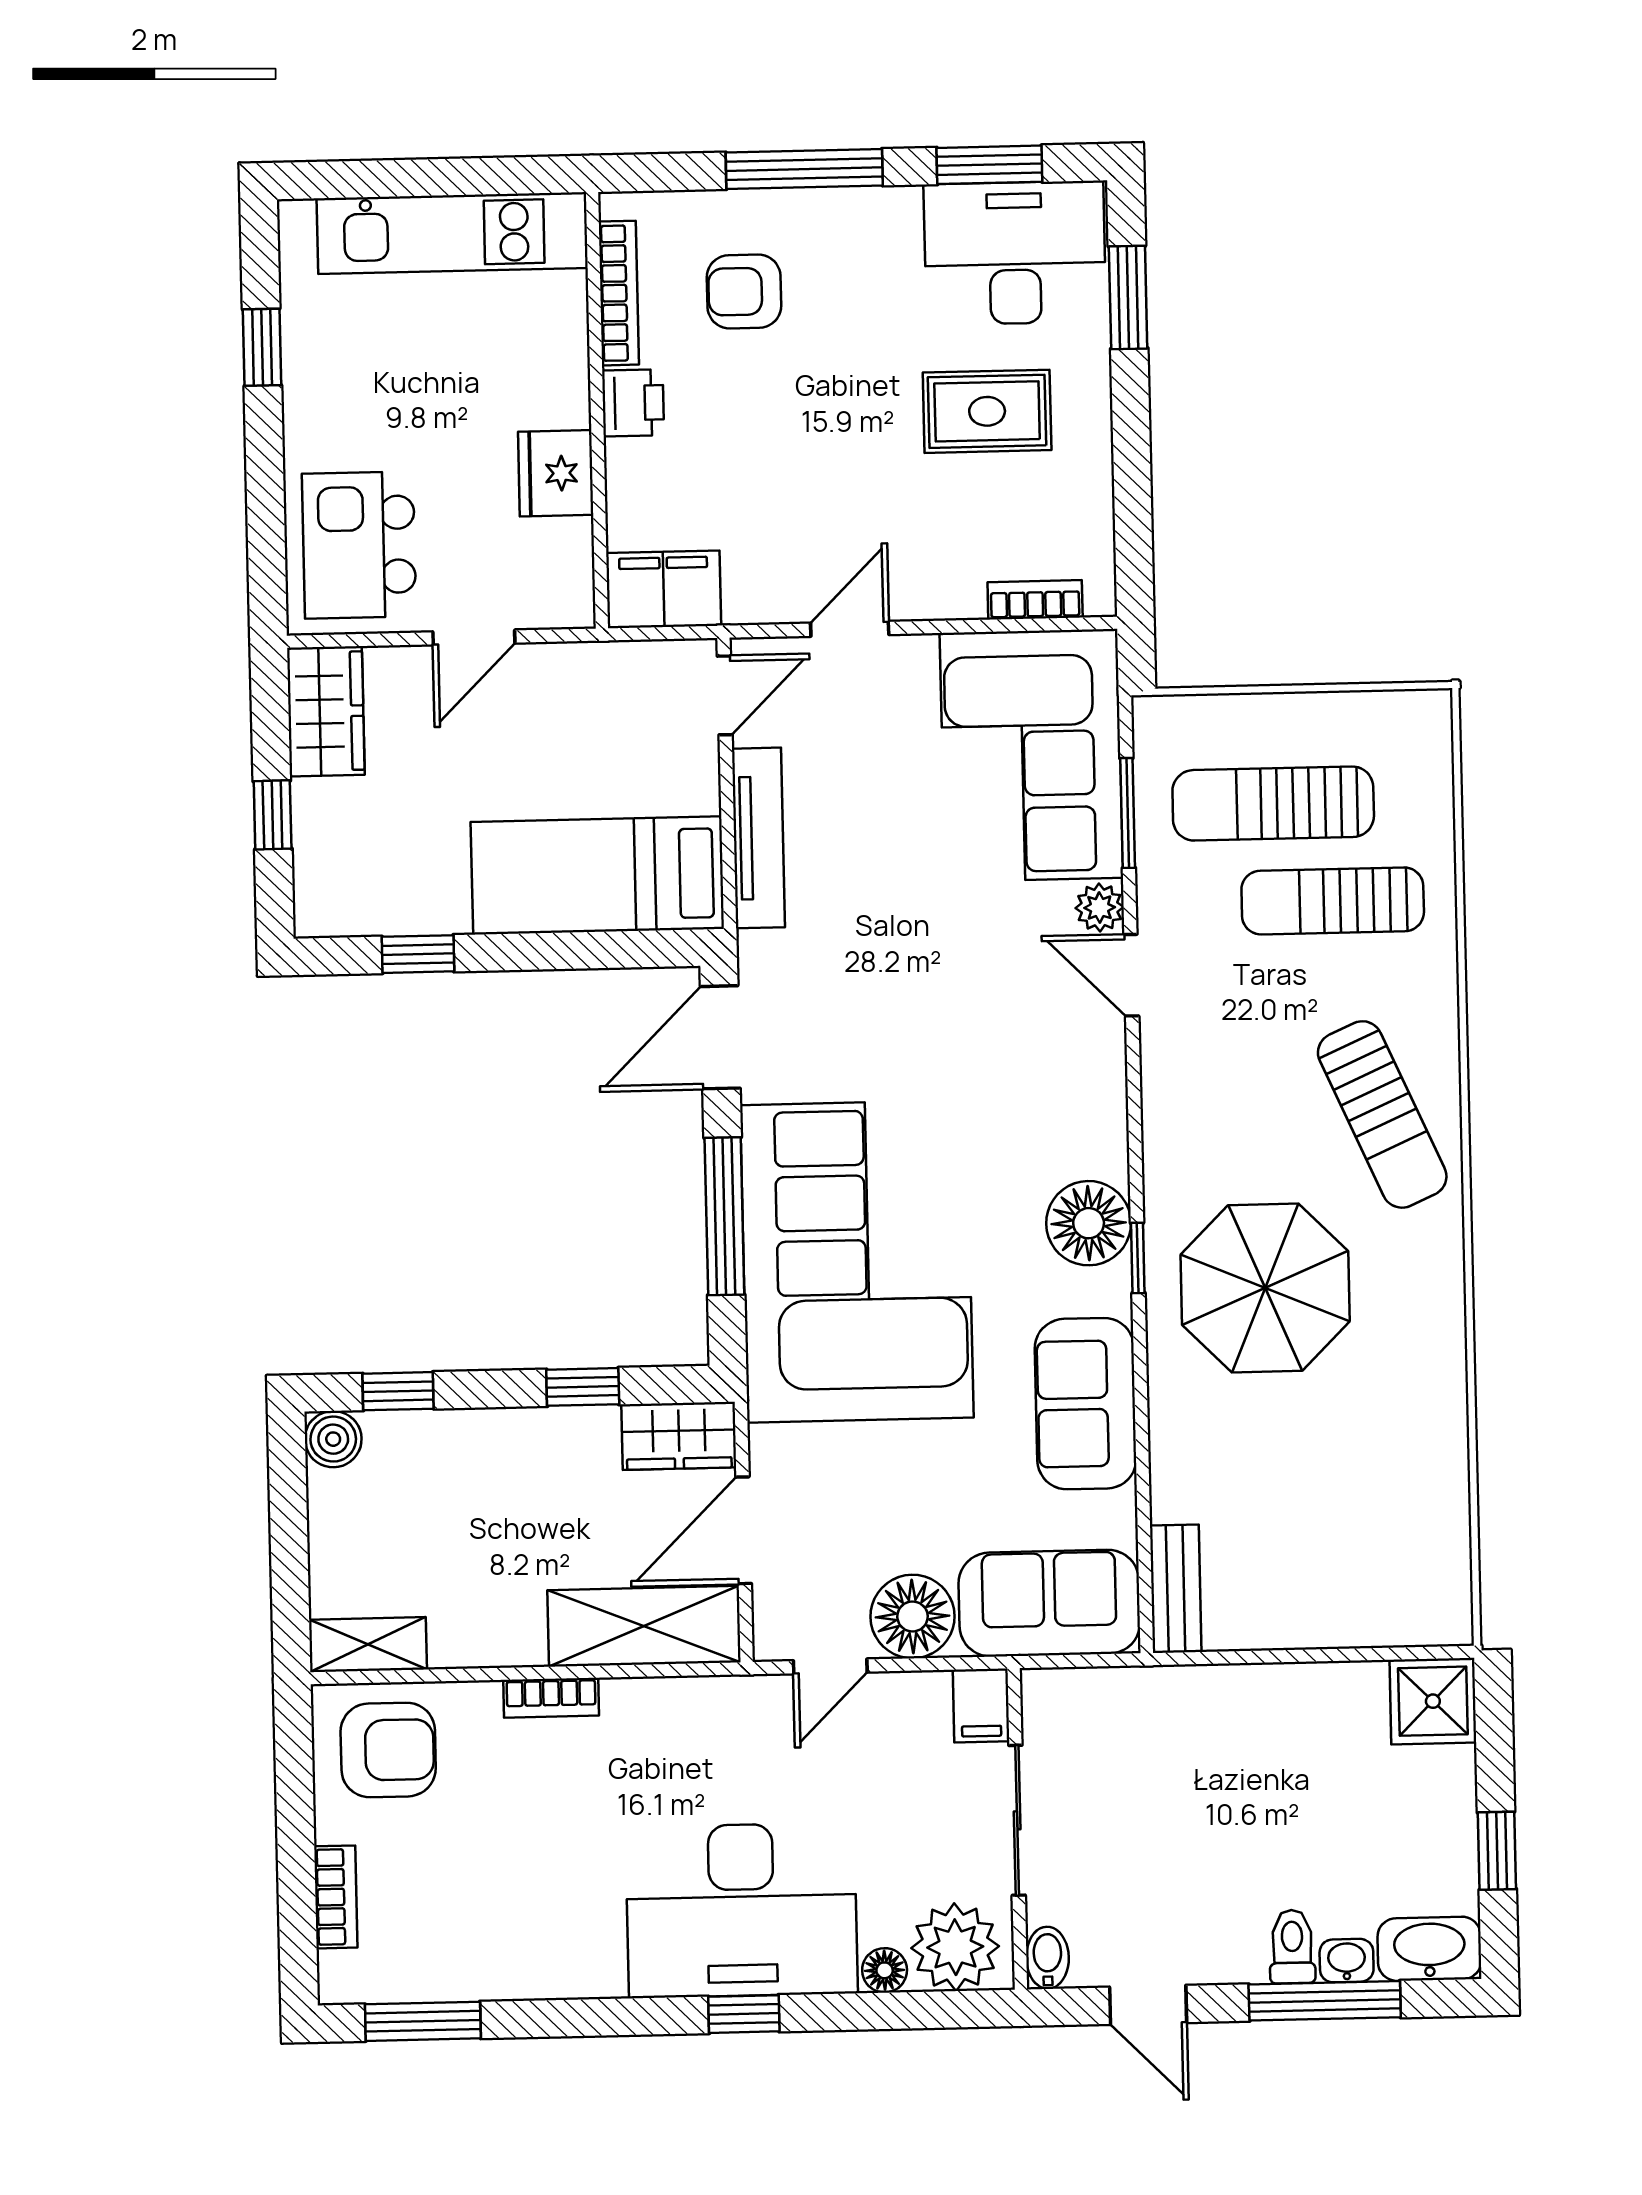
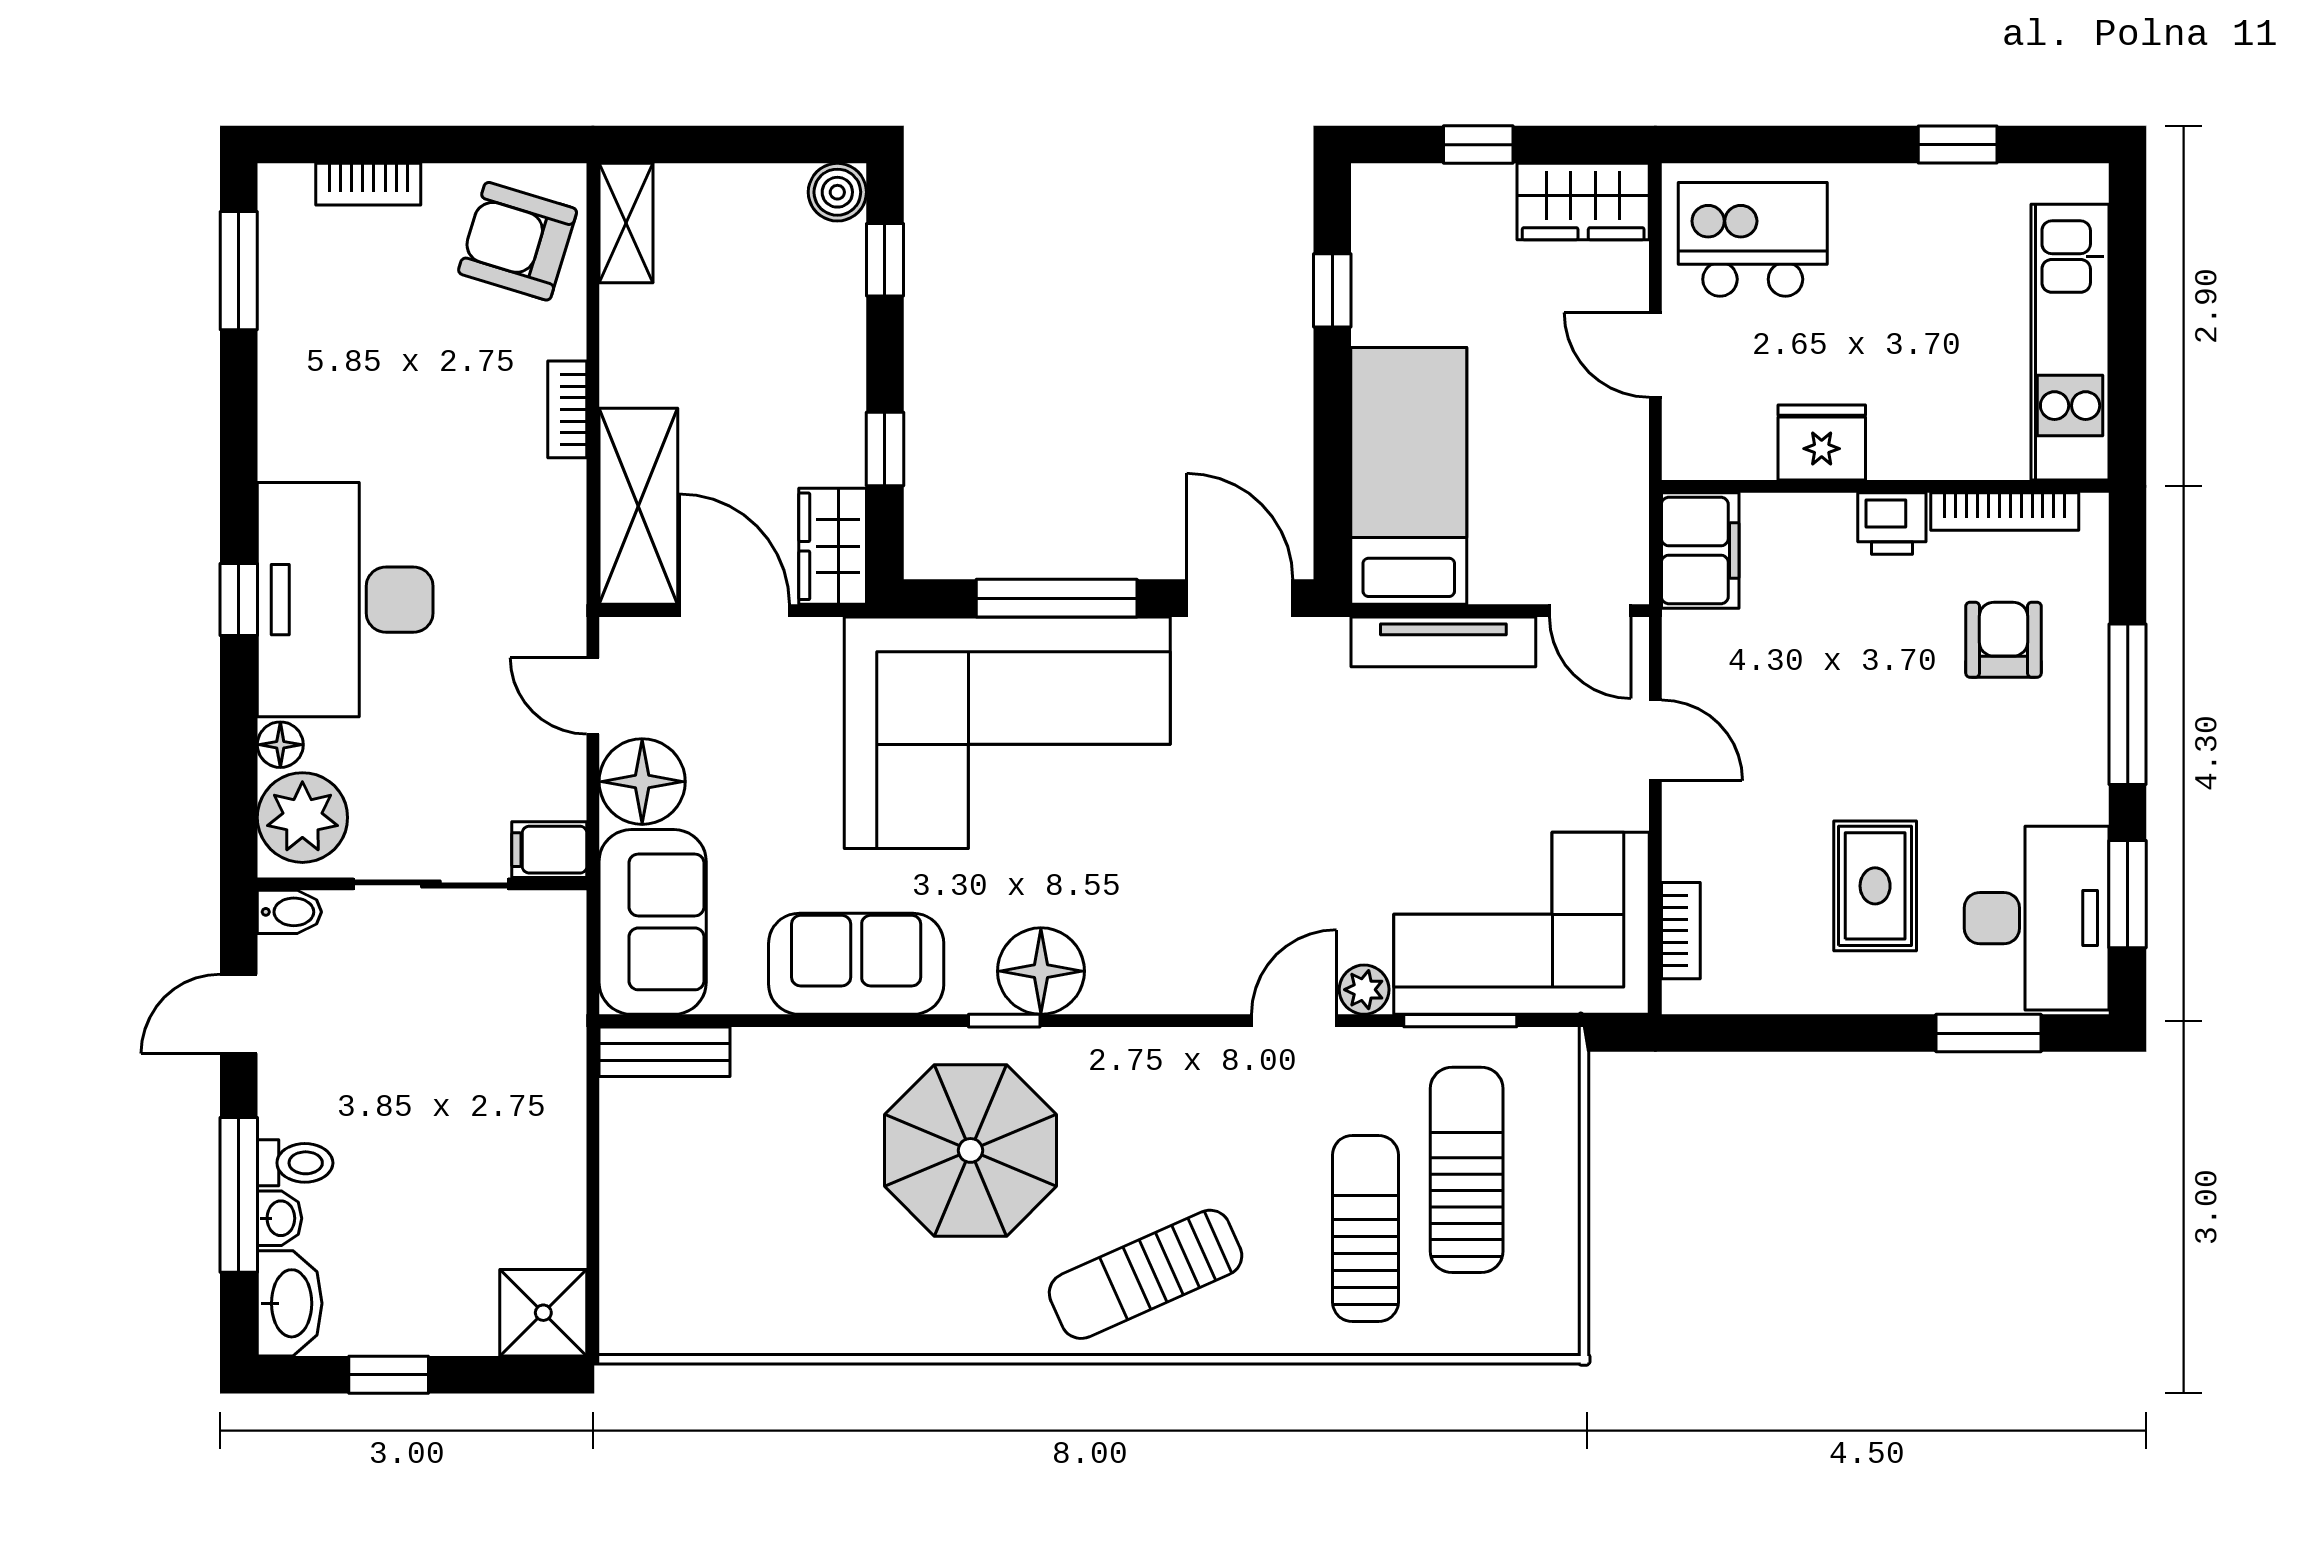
armchair: (388, 1750) -> (518, 241), turned 107

